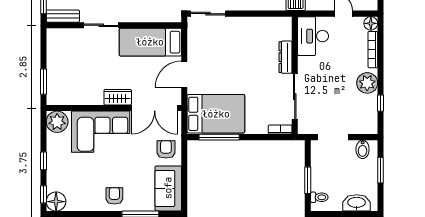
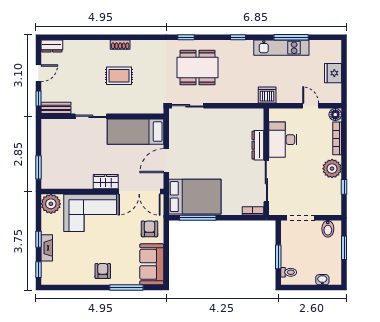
desk: (313, 36) -> (283, 140), moved
fireplace: (53, 170) -> (47, 248), added
floor lamp: (56, 202) -> (50, 276), removed
washbasin: (357, 203) -> (322, 280), width x0.52, depth x0.69

